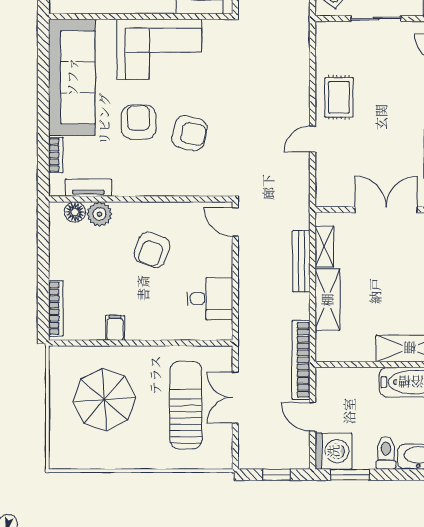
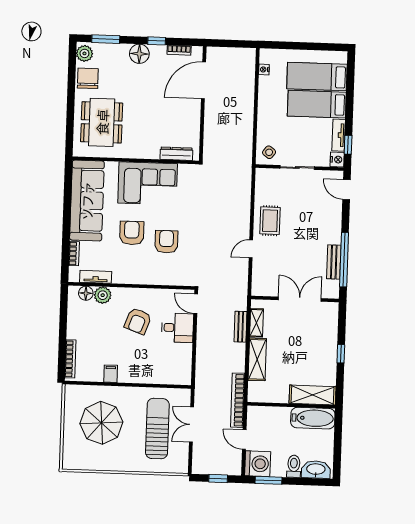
armchair: (189, 133) -> (166, 242), turned -103
bench: (301, 261) -> (240, 327), width x0.73
desk: (210, 299) -> (177, 328), moved

